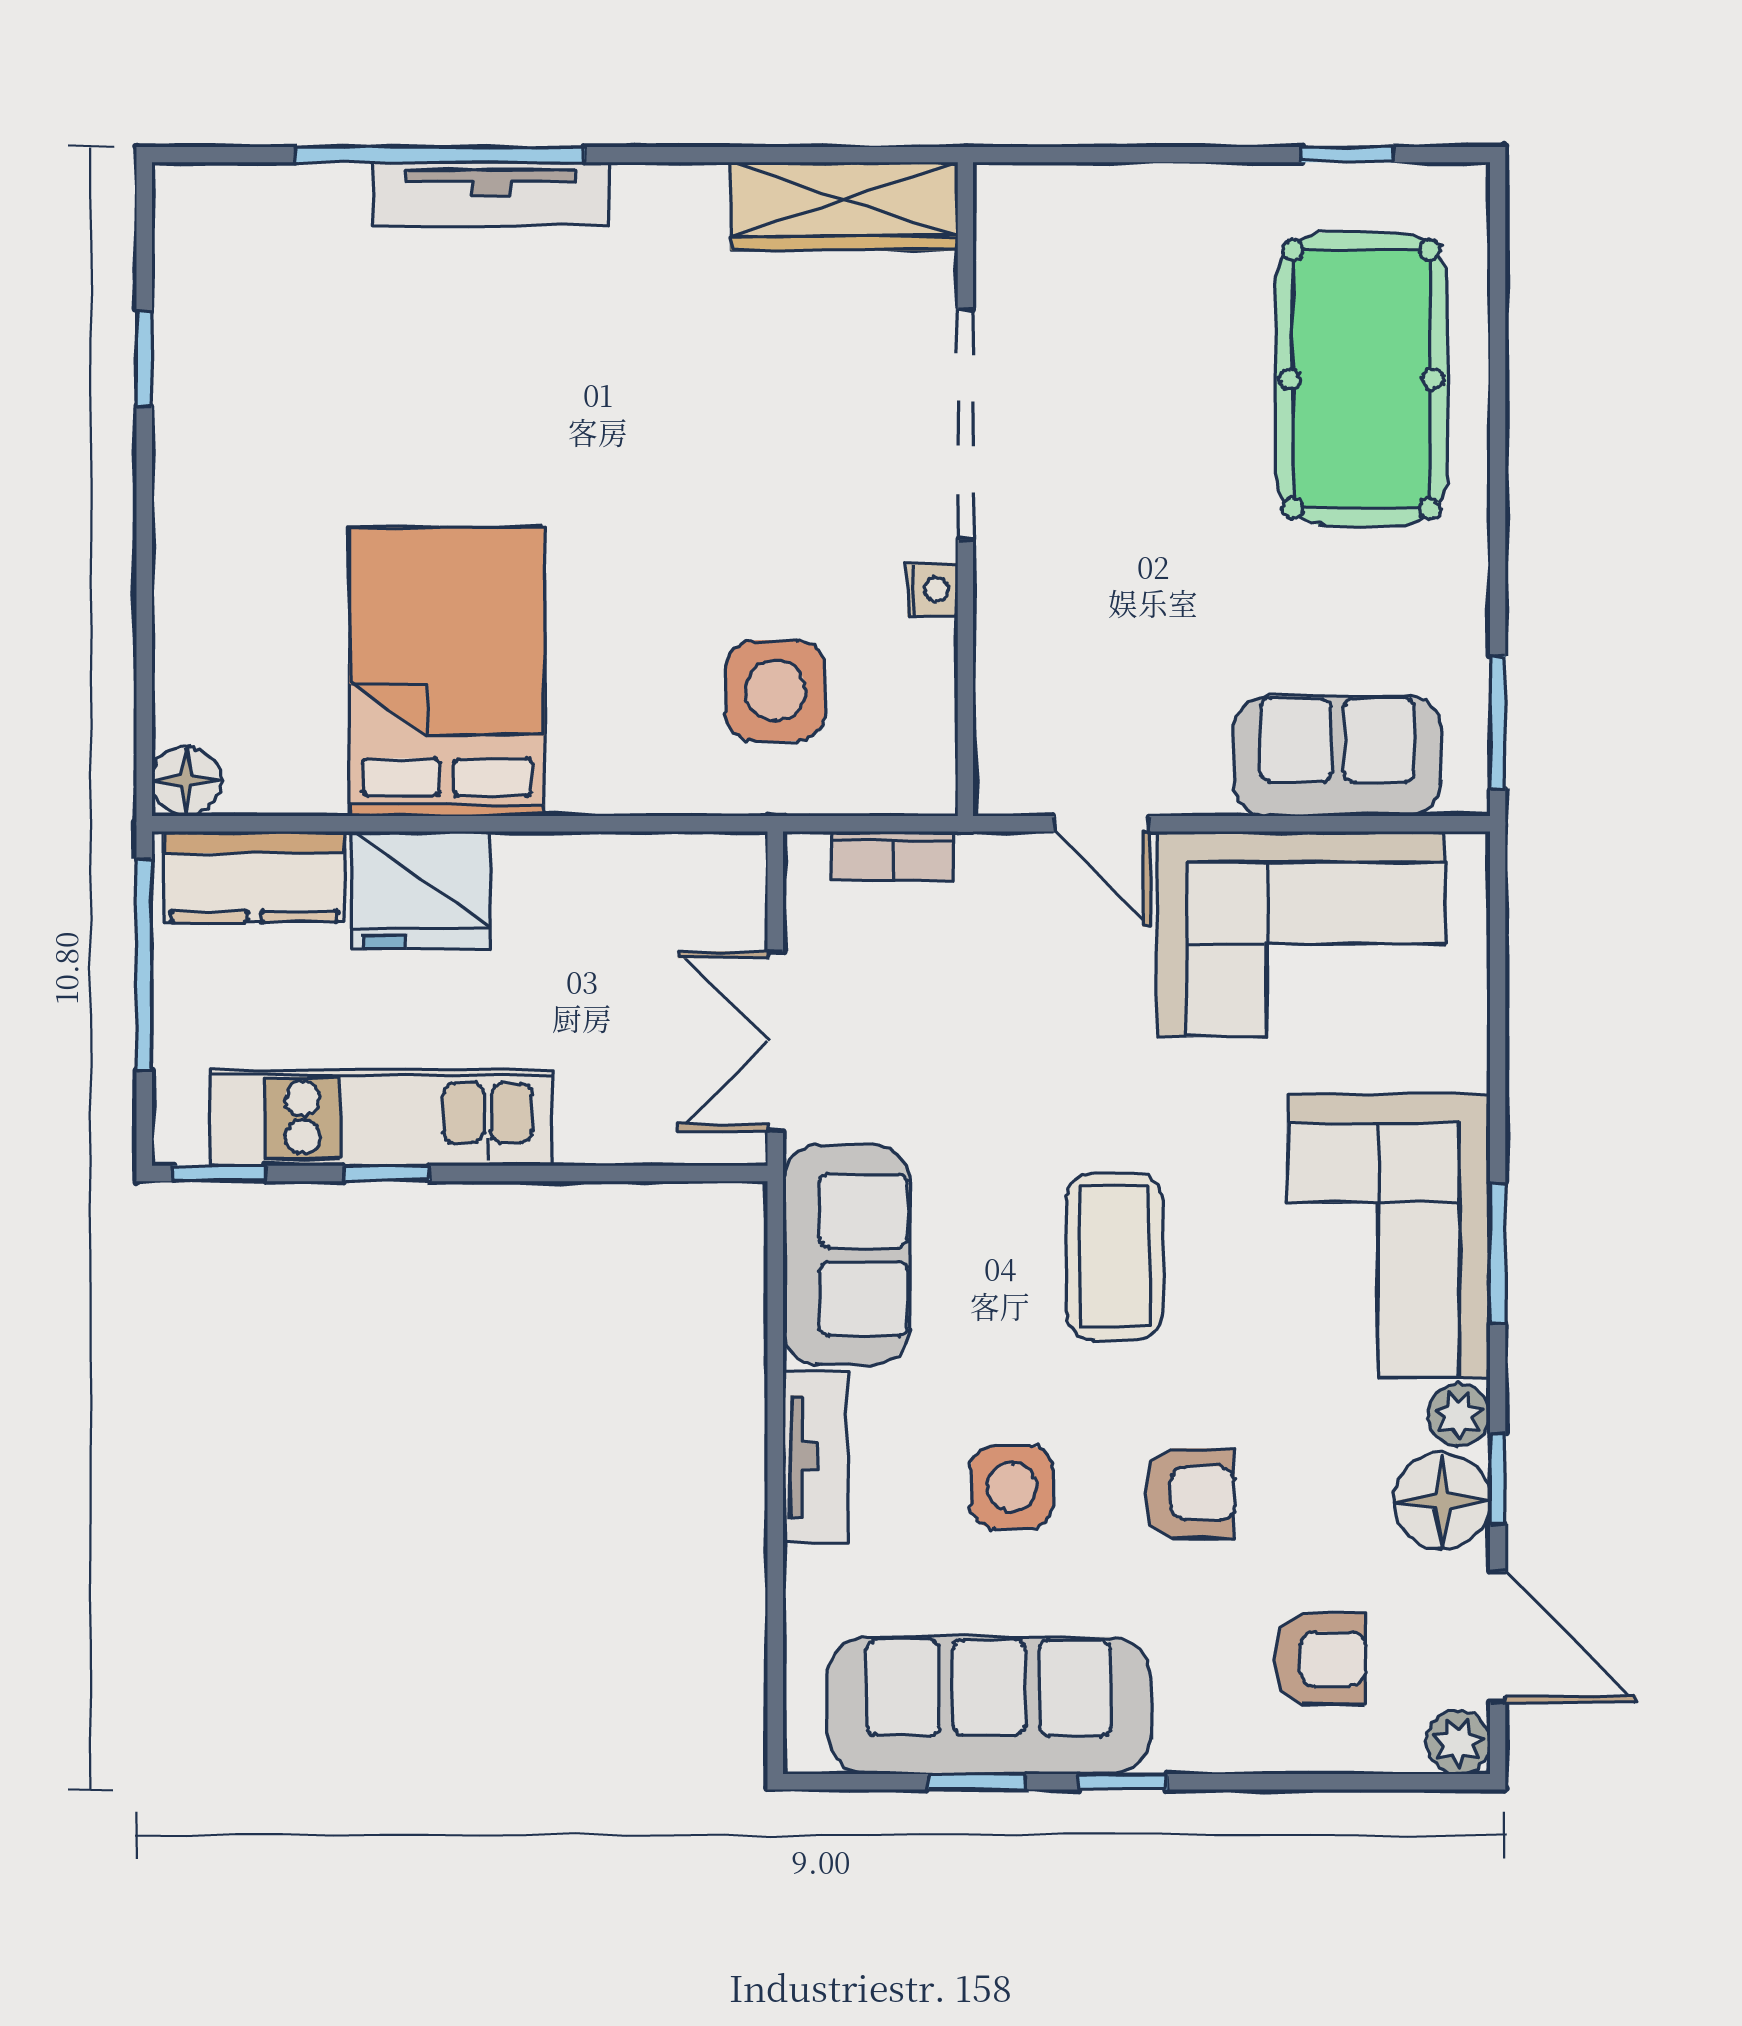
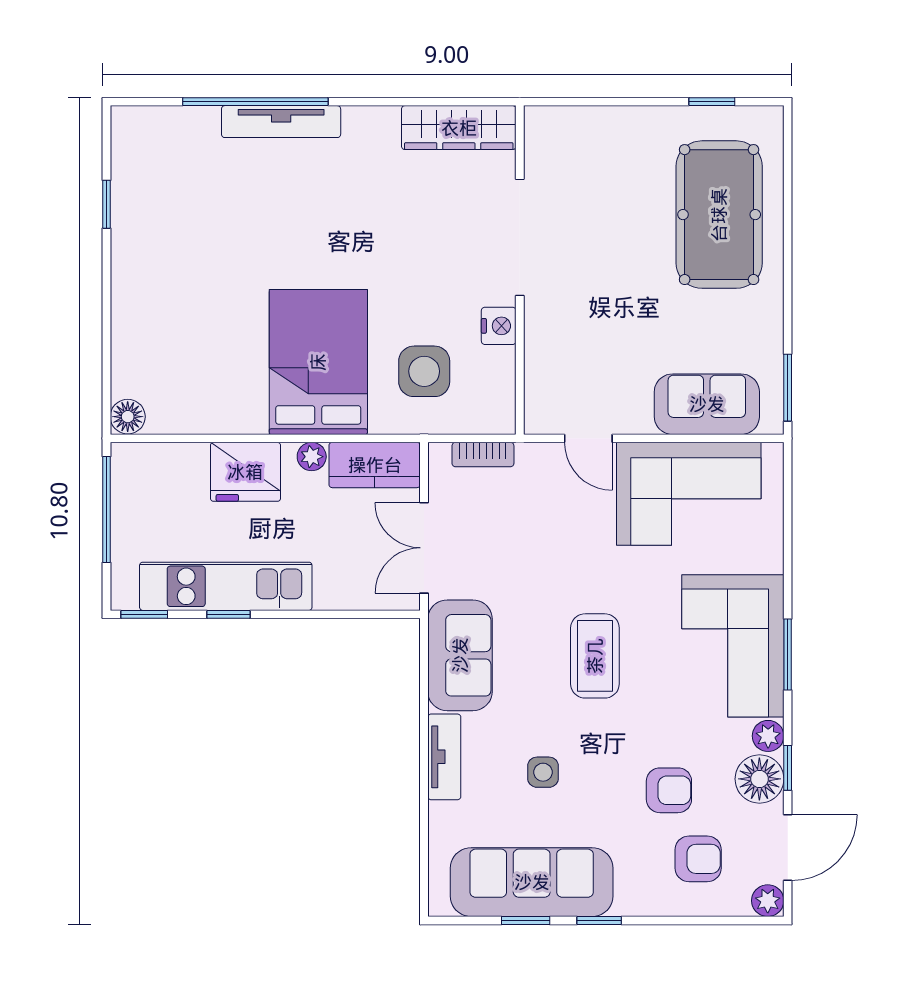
nightstand: (932, 590) -> (499, 326), width x1.39, depth x1.35
bed: (447, 672) -> (318, 362), moved
plant: (552, 860) -> (312, 457), added
kitchen counter: (254, 877) -> (375, 465), moved
side table: (1012, 1487) -> (543, 772), width x0.73, depth x0.73
armchair: (1190, 1493) -> (669, 790), moved
door: (1498, 1637) -> (788, 848), hinge flipped

